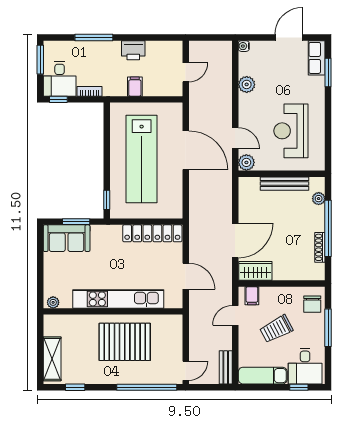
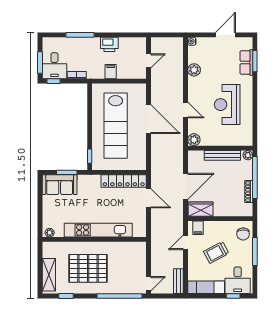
row of seats: (317, 58) -> (246, 62), moved
window: (40, 60) -> (40, 63), moved
plant: (246, 162) -> (194, 140), moved
wall: (282, 174) -> (220, 148), moved
bench: (285, 184) -> (222, 155), moved
door: (186, 276) -> (149, 198), moved
pallet: (125, 342) -> (88, 268), moved

